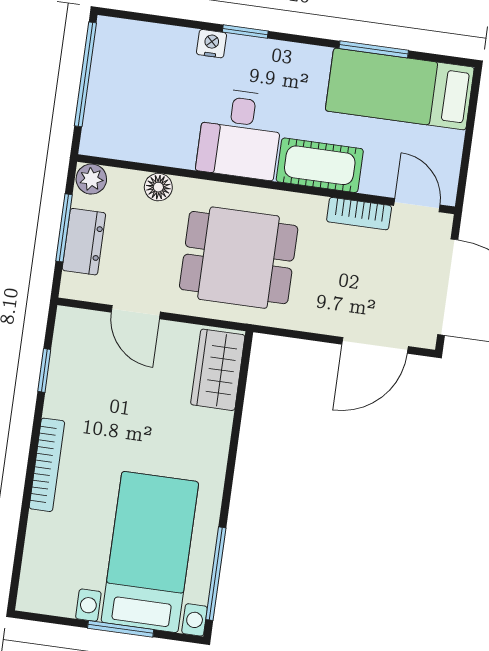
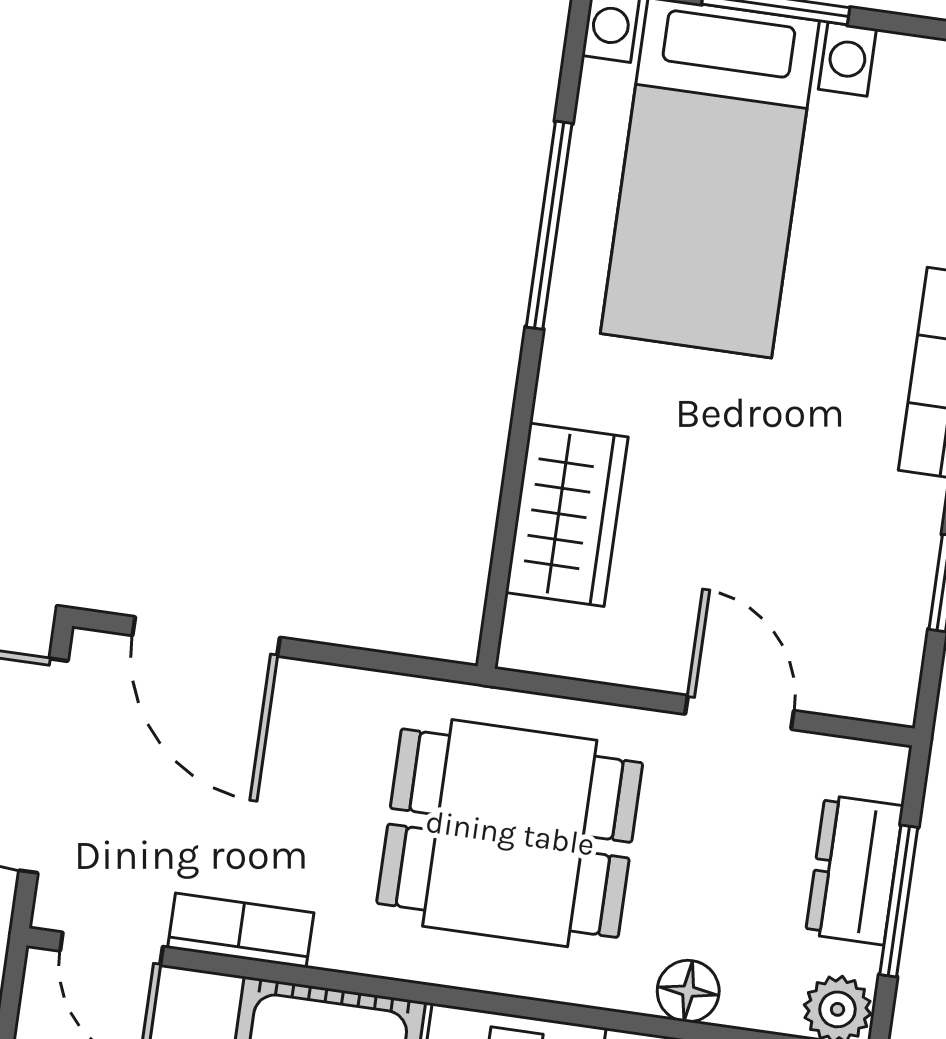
door: (375, 345) -> (206, 636), swing flipped
wardrobe: (218, 370) -> (567, 515), moved
window: (216, 574) -> (549, 225), moved

